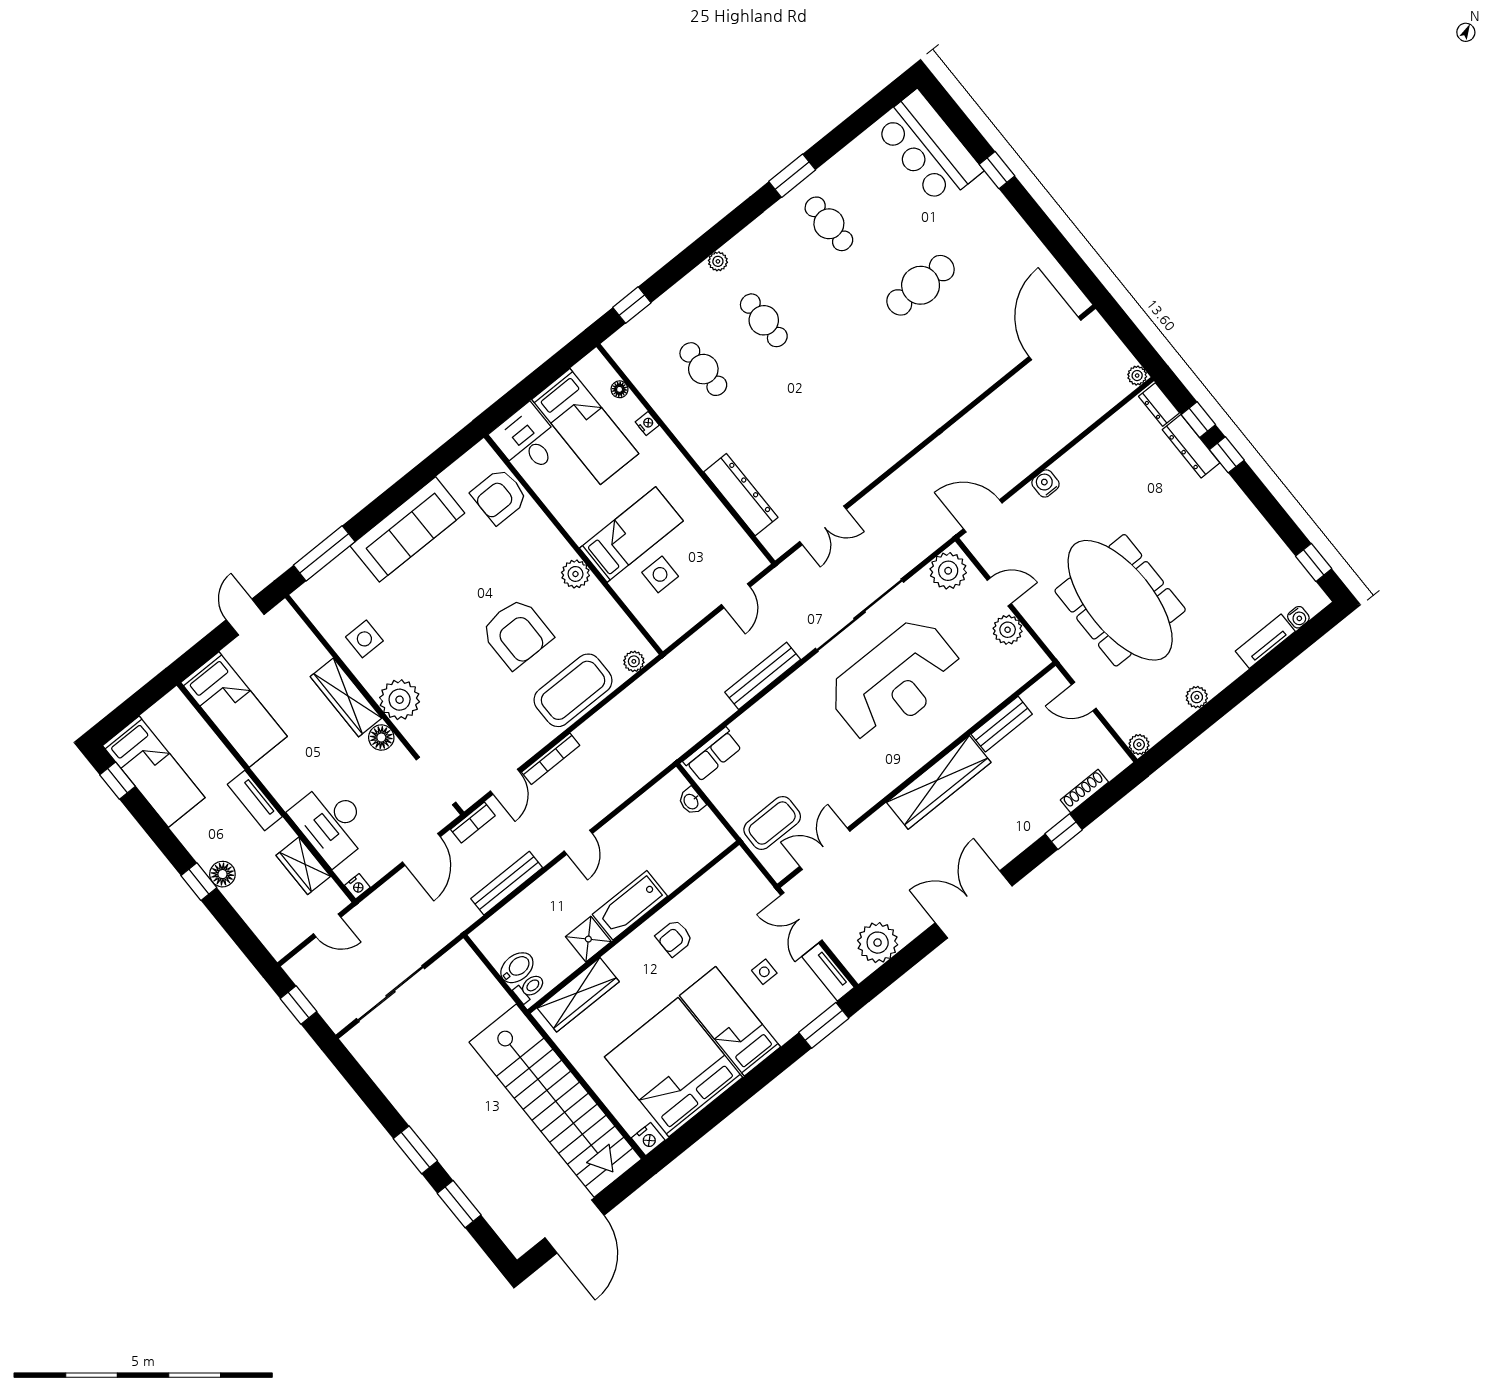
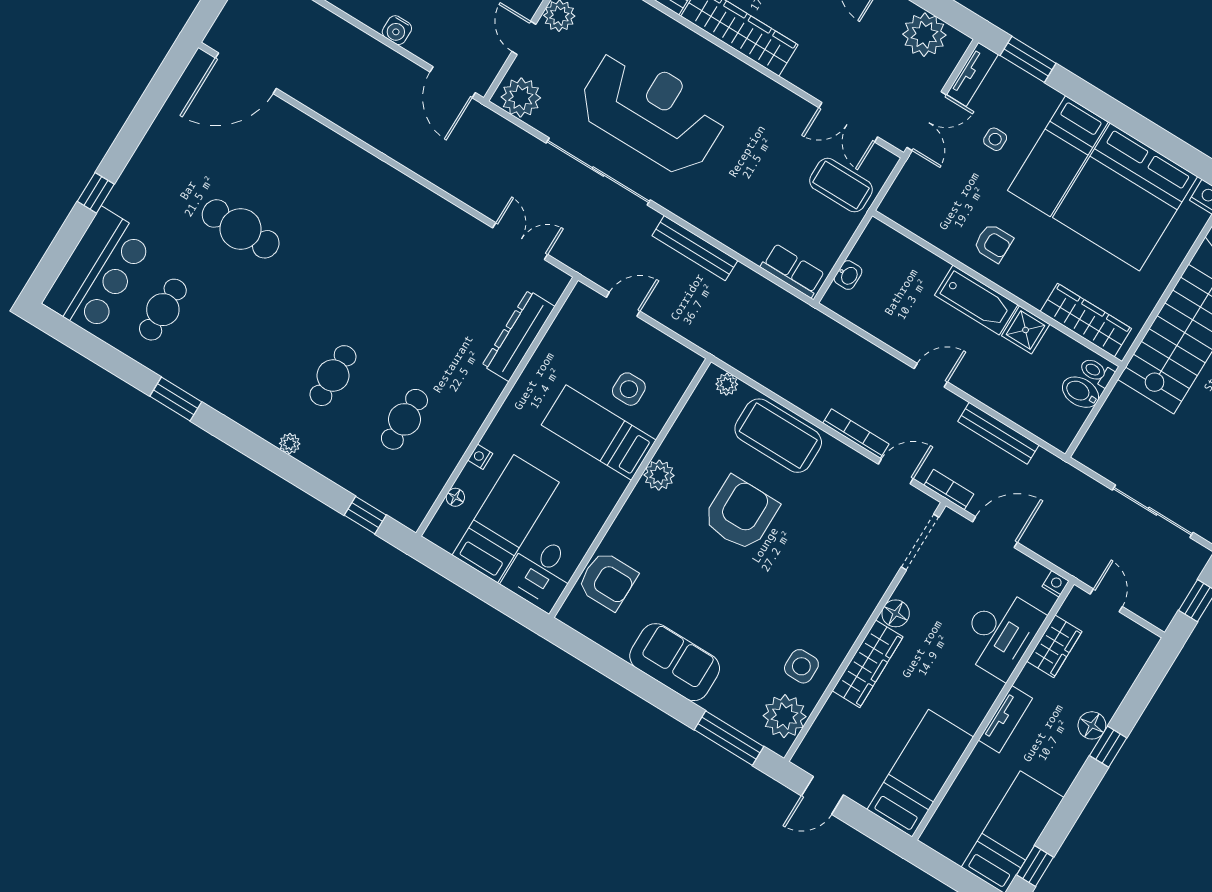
cafe table: (829, 224) -> (163, 310), moved
sofa: (407, 529) -> (675, 662), width x0.73
plant: (400, 700) -> (785, 716), moved

